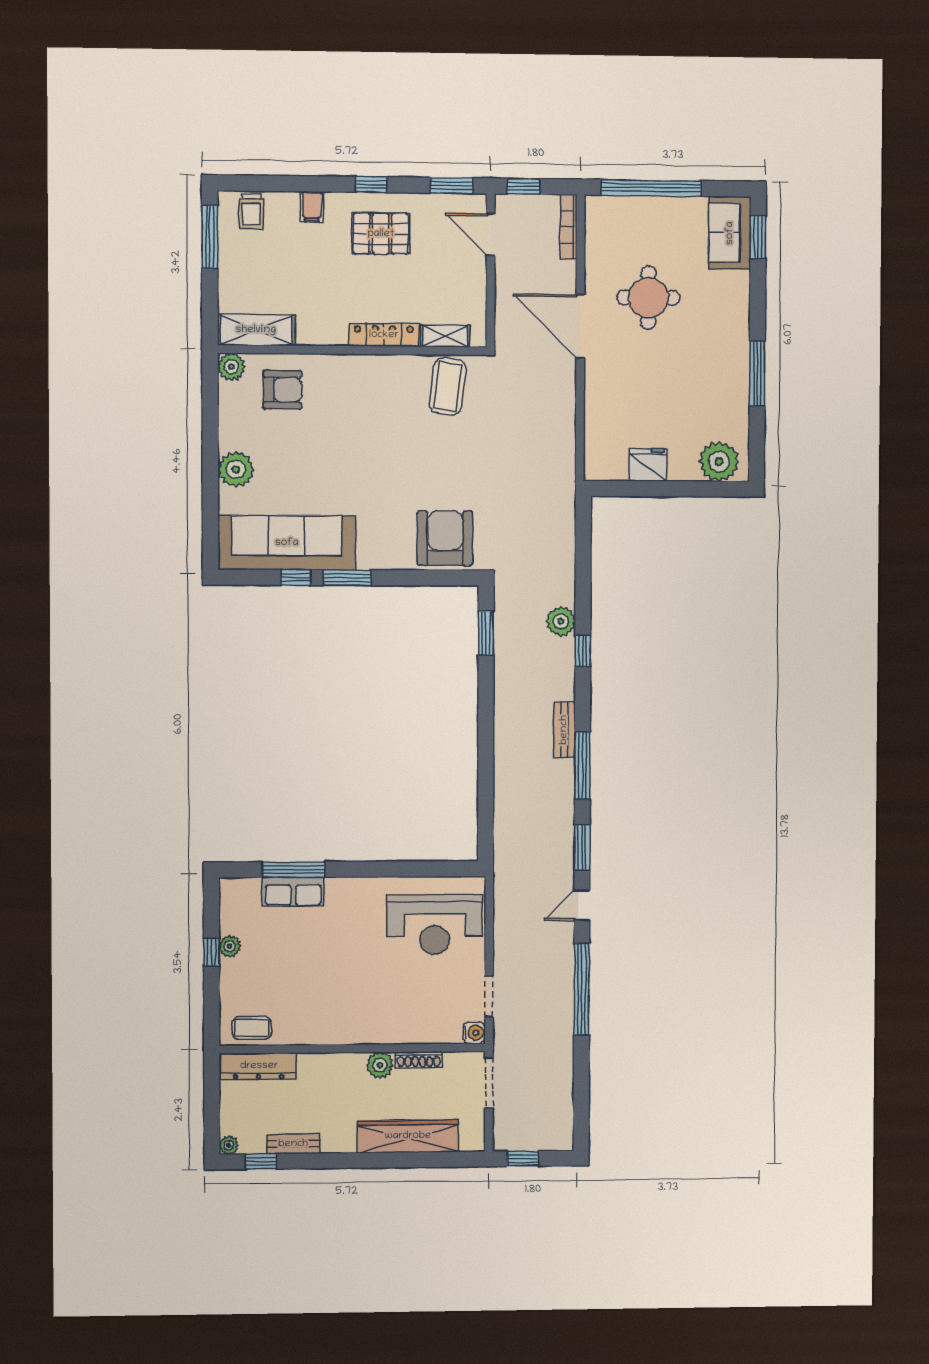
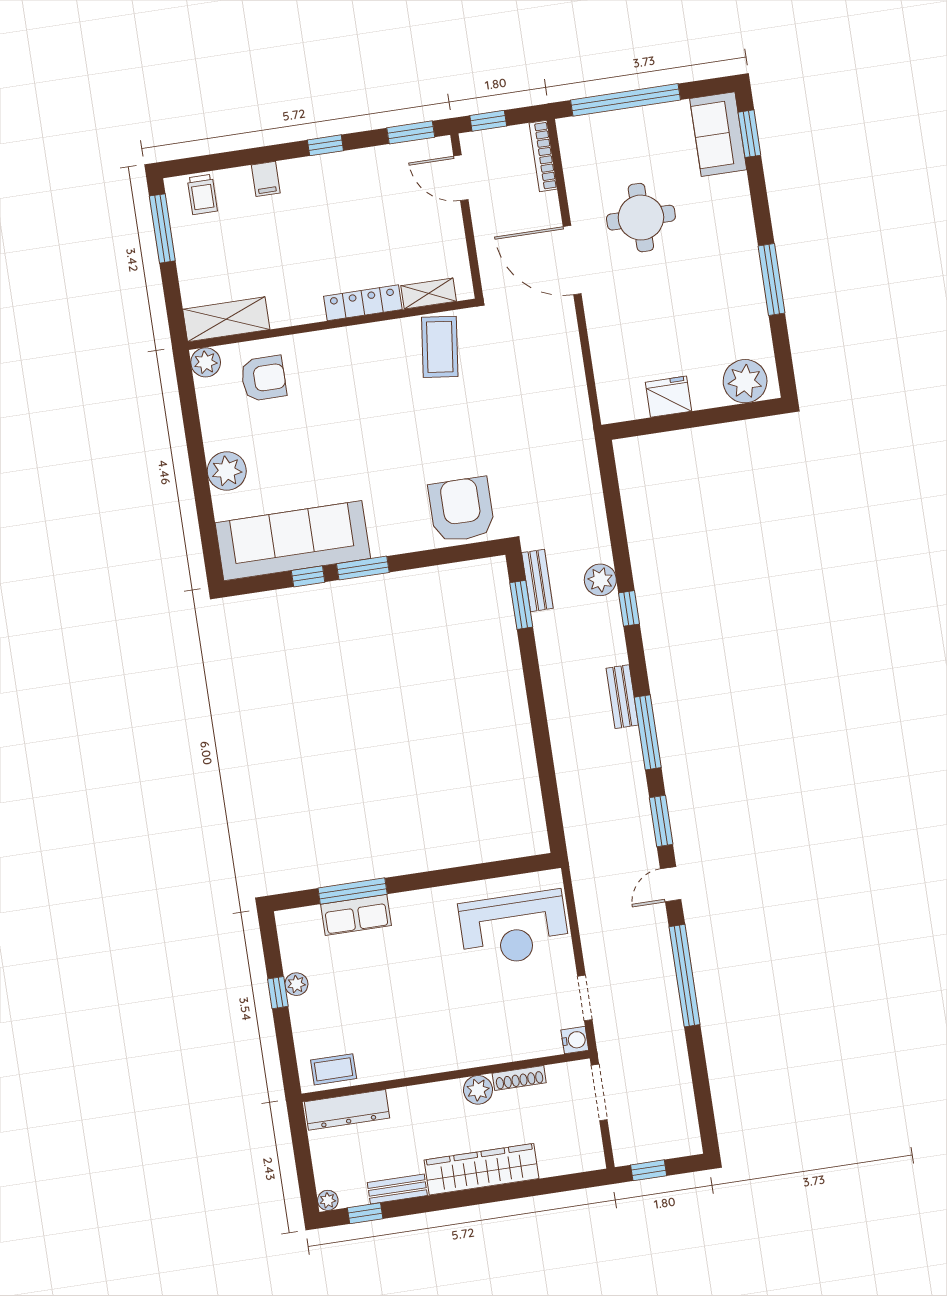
pallet: (381, 234) -> (343, 196), removed
bench: (504, 613) -> (537, 580), added
wardrobe: (408, 1136) -> (482, 1169), moved

